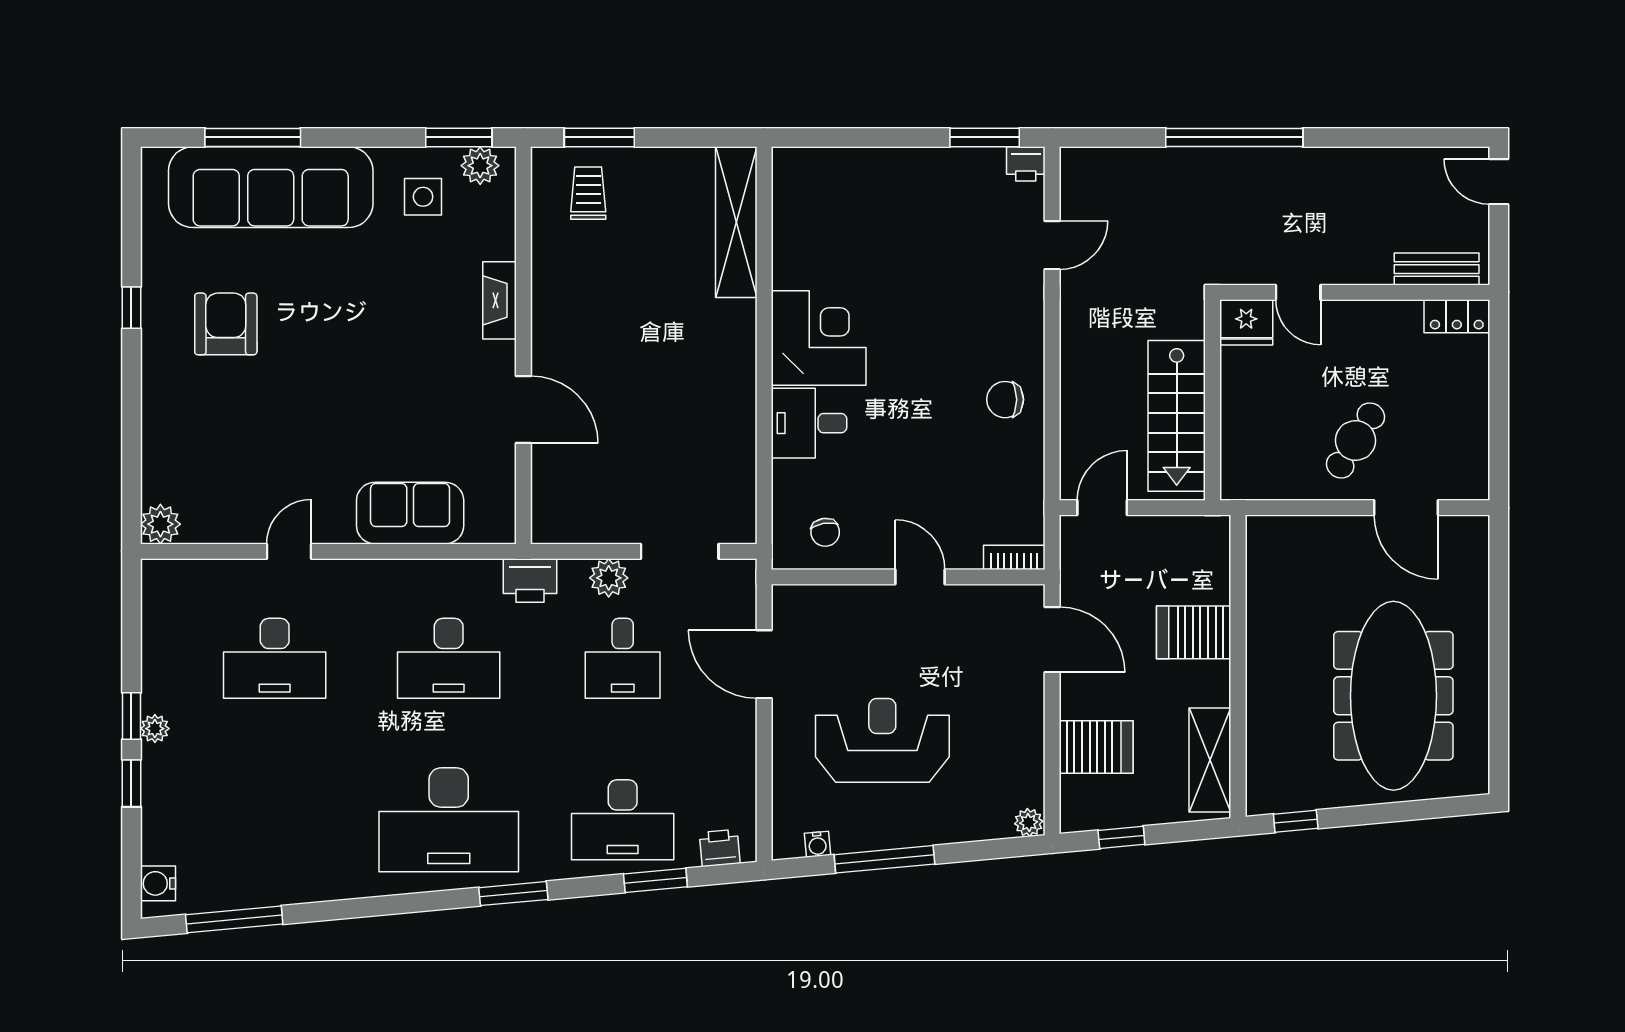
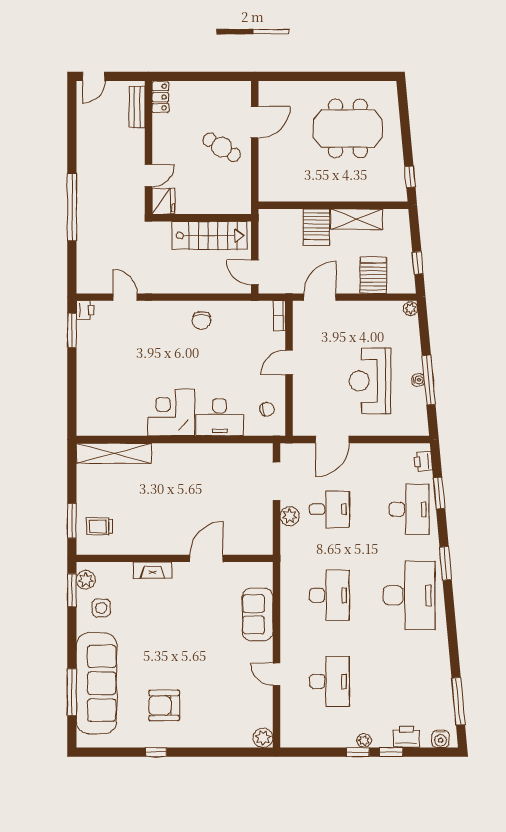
desk: (809, 423) -> (220, 417), width x1.37
printer: (530, 581) -> (406, 737), moved, turned -90
meeting table: (1393, 696) -> (348, 128), width x0.73
shelving: (1210, 760) -> (357, 219), moved
water cooler: (817, 844) -> (418, 380), moved

